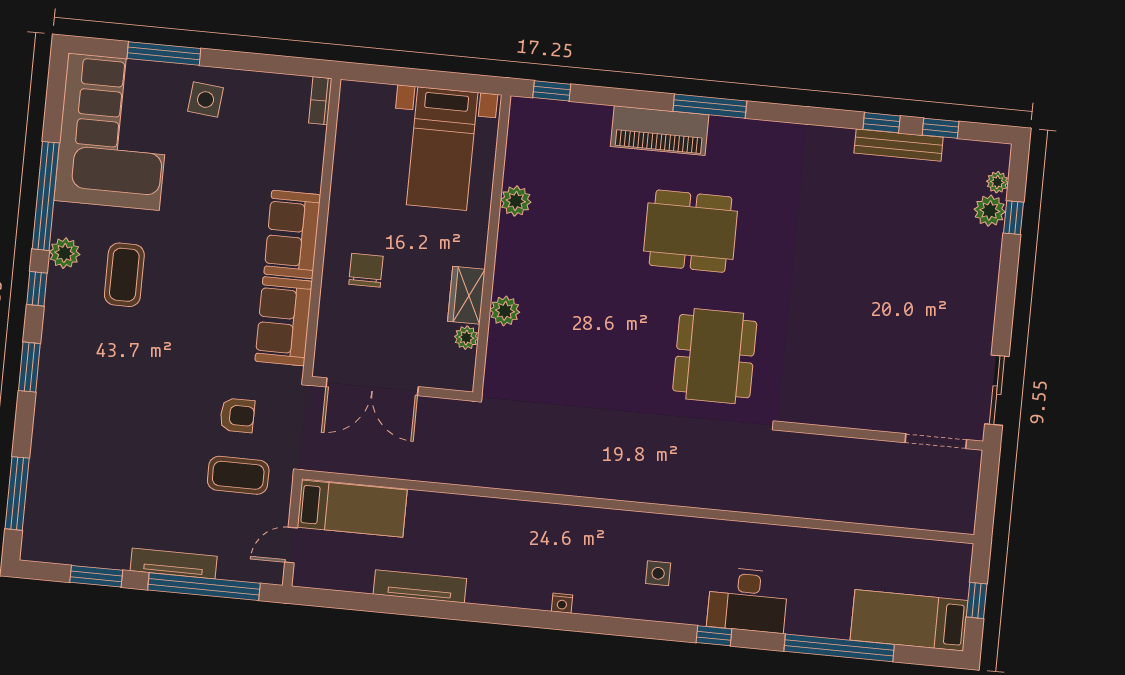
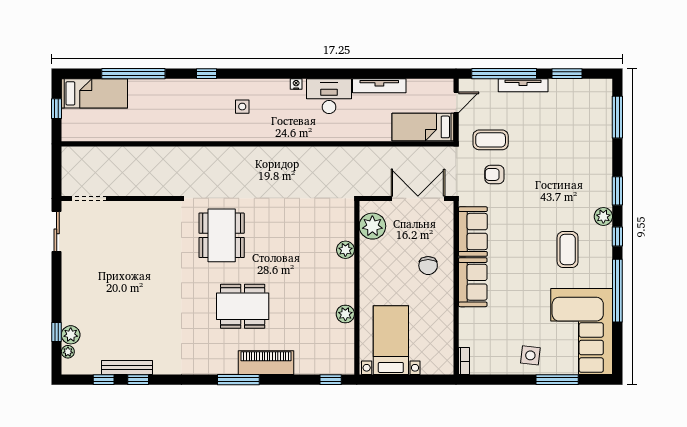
plant: (65, 253) -> (603, 216), moved
wardrobe: (466, 295) -> (369, 257), removed
plant: (466, 338) -> (372, 226), width x1.88, depth x1.88
desk: (748, 600) -> (329, 96), moved

